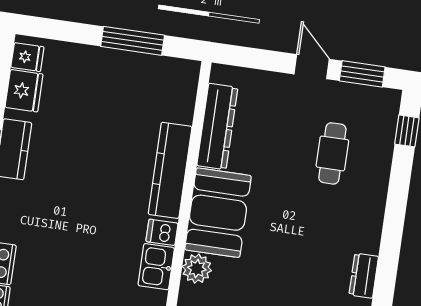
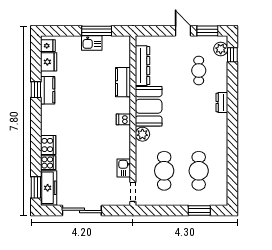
plant: (384, 115) -> (221, 49), added
kitchen counter: (170, 170) -> (123, 82), width x0.67
kitchen sink: (156, 267) -> (92, 43), moved, turned -90
dresser: (364, 276) -> (222, 103), moved

